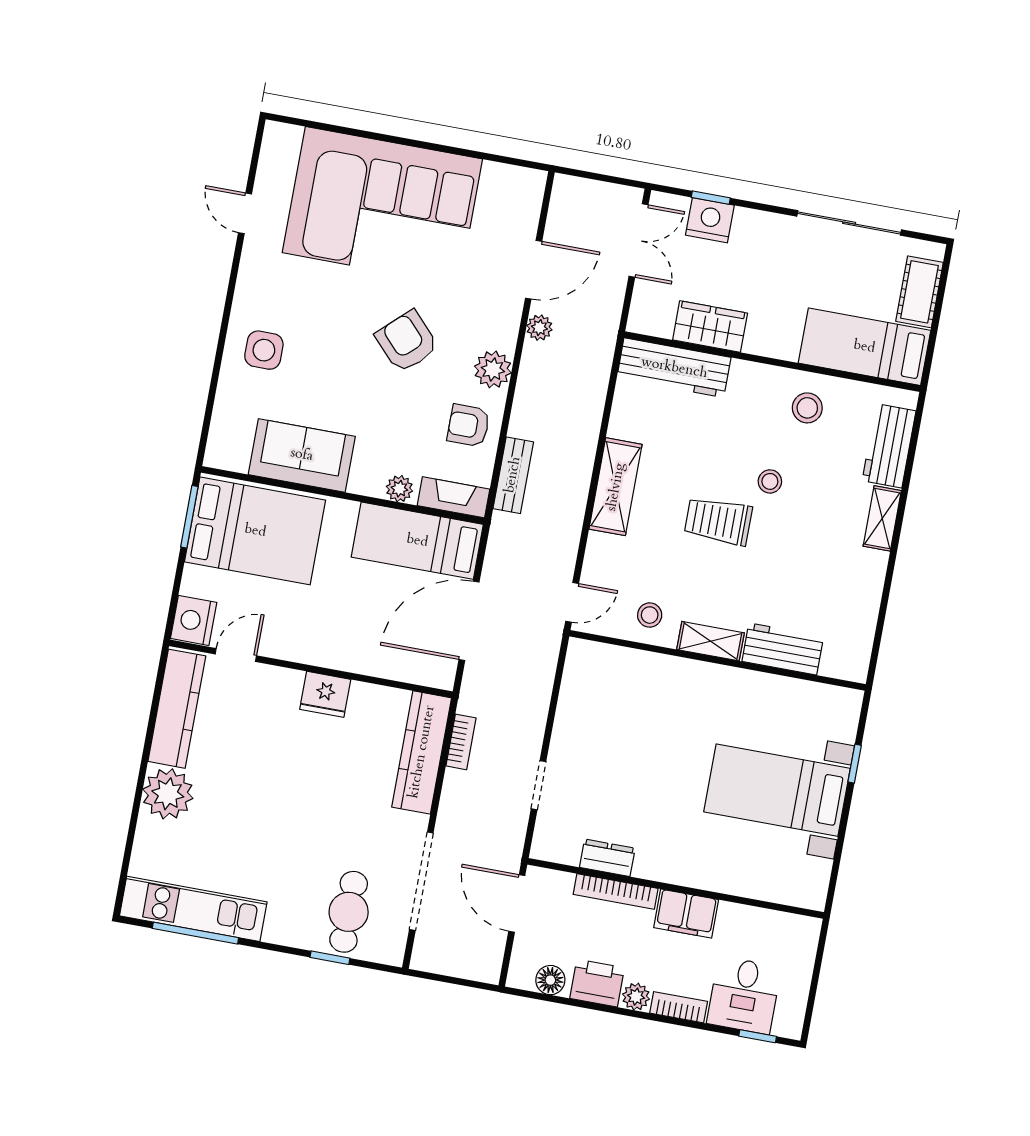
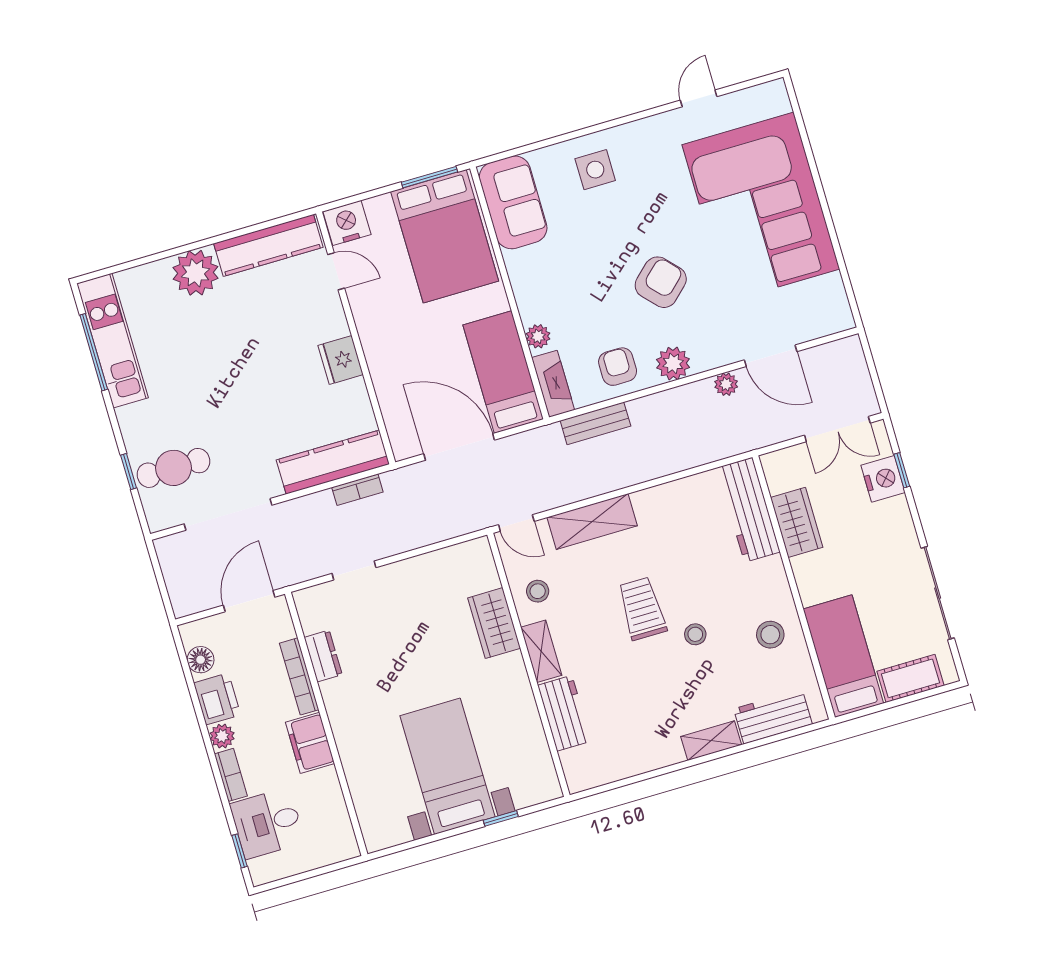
sofa: (302, 455) -> (513, 202), moved
shelving: (616, 487) -> (592, 522), moved
wardrobe: (659, 674) -> (494, 623), added

